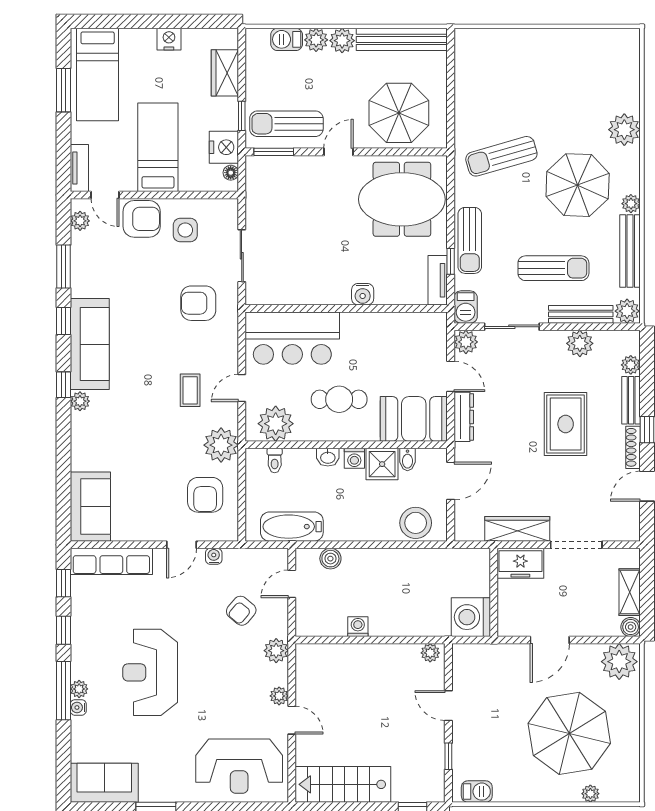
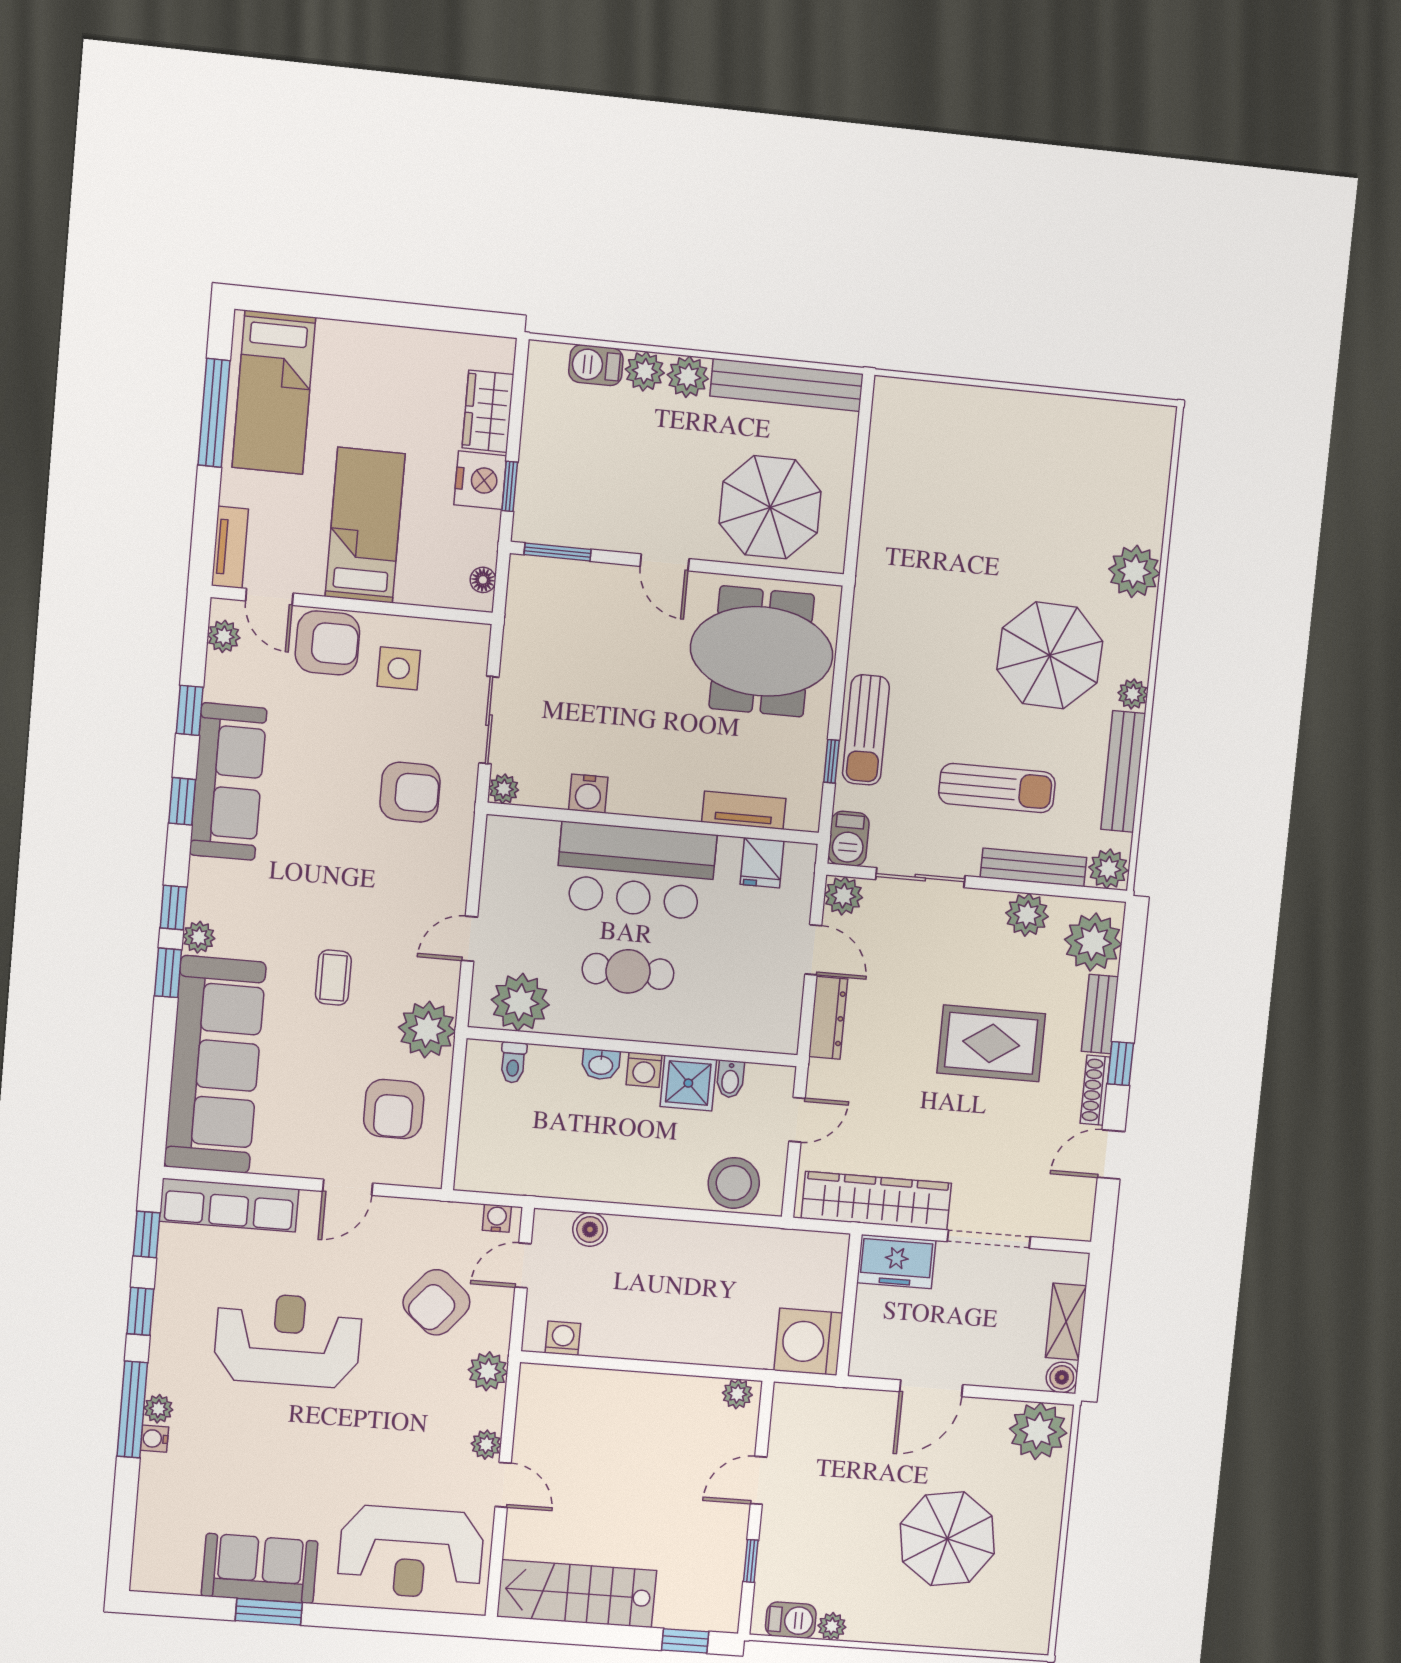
nightstand: (169, 39) -> (399, 345), removed
window: (63, 90) -> (214, 413), width x1.44
sun lounger: (286, 124) -> (583, 507), removed
nightstand: (224, 147) -> (480, 480), moved
door: (338, 152) -> (665, 562), swing flipped
sun lounger: (501, 156) -> (931, 596), removed
window: (63, 267) -> (190, 710), width x0.67
tv unit: (438, 280) -> (744, 810), moved, turned 90
water cooler: (363, 294) -> (588, 794), moved
plant: (254, 296) -> (504, 789), added
armchair: (198, 303) -> (410, 792), turned 180
fridge: (414, 326) -> (762, 863), added
bar counter: (292, 338) -> (636, 871), moved
sofa: (90, 344) -> (228, 782), moved
plant: (631, 365) -> (1093, 942), width x1.88, depth x1.88
coffee table: (190, 390) -> (333, 978), moved
booth: (414, 419) -> (747, 1014), removed
window: (63, 424) -> (168, 973), added
rug: (566, 424) -> (991, 1043), turned 90
door: (451, 481) -> (797, 1120), width x0.73
sofa: (90, 507) -> (215, 1065), width x1.85, depth x1.27
bathtub: (292, 527) -> (532, 1172), removed
wardrobe: (517, 529) -> (876, 1201), width x1.40, depth x1.17
water cooler: (214, 556) -> (497, 1218), moved
armchair: (241, 611) -> (436, 1302), width x1.38, depth x1.38
washing machine: (358, 627) -> (563, 1338), moved
reception desk: (150, 672) -> (288, 1340), moved, turned 90
door: (448, 706) -> (759, 1480), hinge flipped
parasol: (569, 733) -> (947, 1539), width x0.73, depth x0.73
sofa: (104, 783) -> (260, 1569), moved
plant: (590, 794) -> (832, 1626), moved

